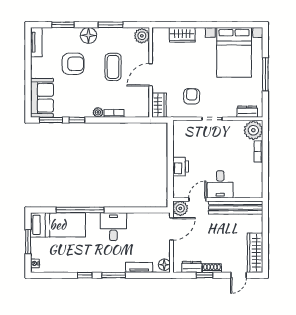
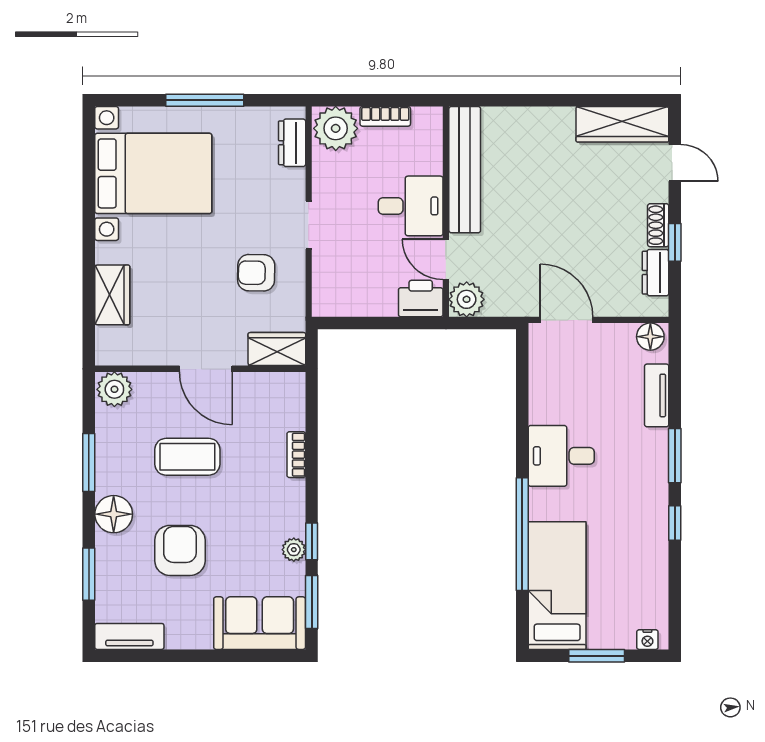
plant: (98, 112) -> (294, 550), moved
desk: (220, 184) -> (411, 206), moved
door: (197, 200) -> (446, 259), moved
wall: (218, 200) -> (446, 212), moved
plant: (180, 208) -> (467, 299), moved
bench: (236, 208) -> (465, 170), moved

